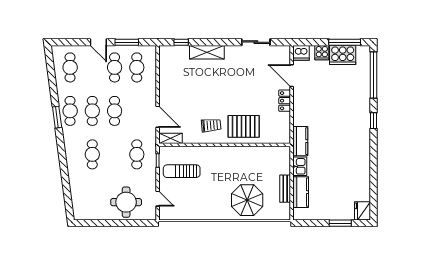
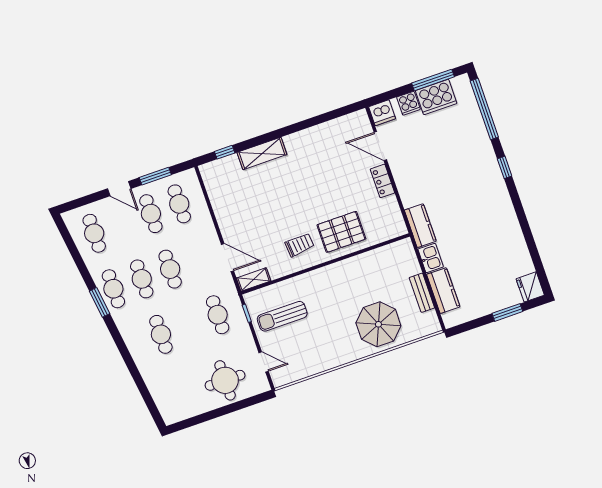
sliding door: (256, 42) -> (320, 119), removed

